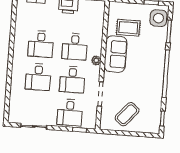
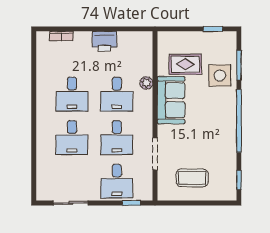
side table: (158, 18) -> (220, 76), moved
plant: (96, 60) -> (146, 83), moved
coffee table: (127, 114) -> (192, 178), turned 49

